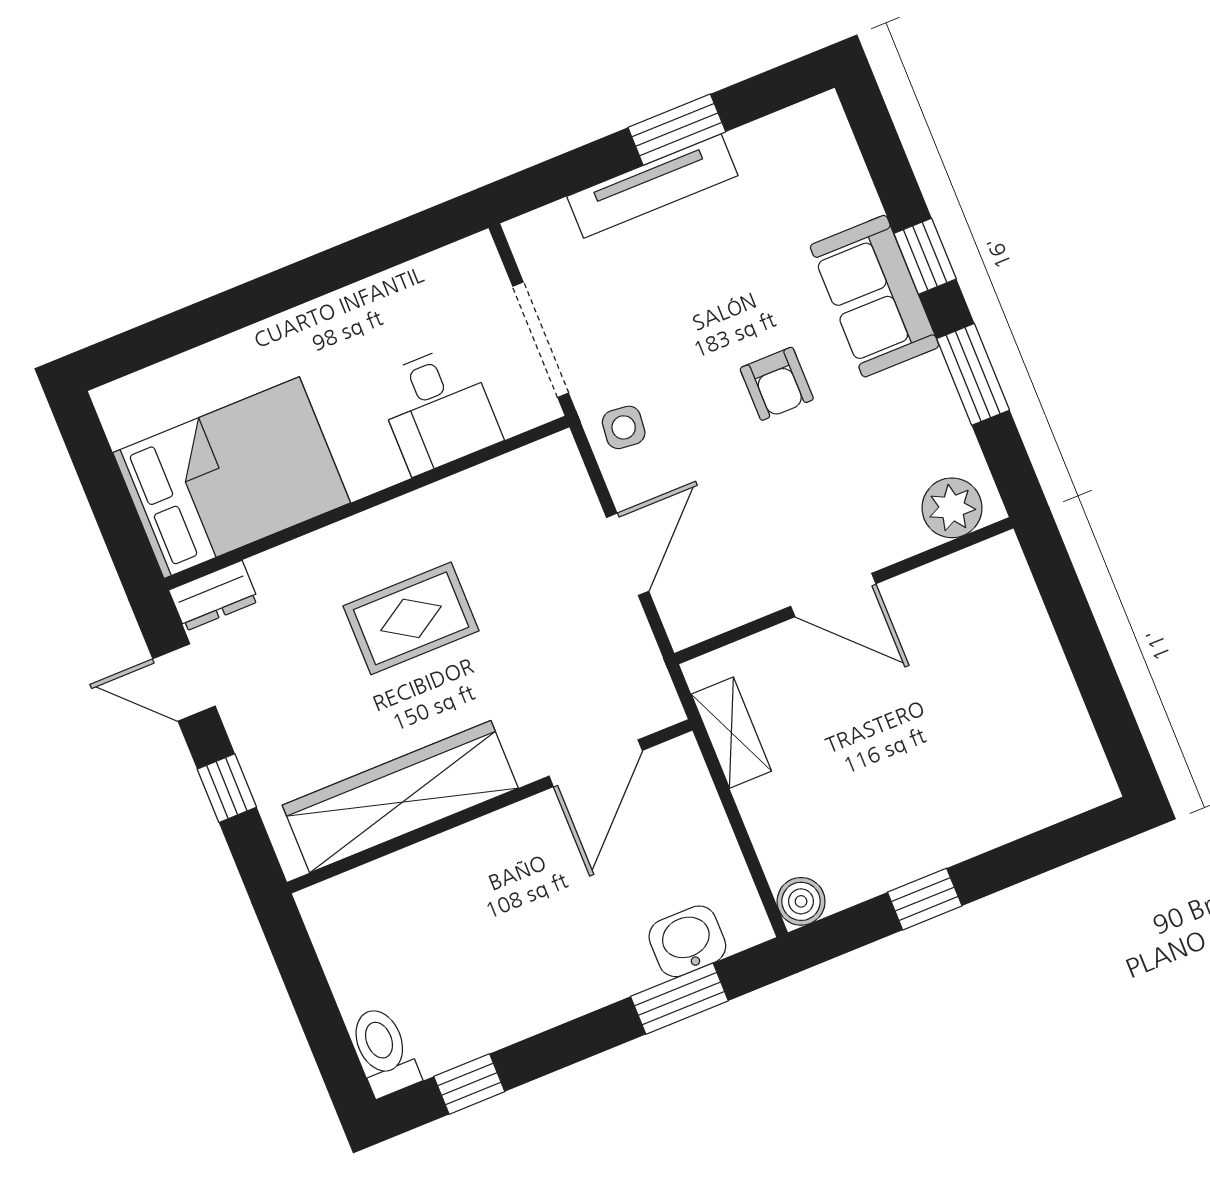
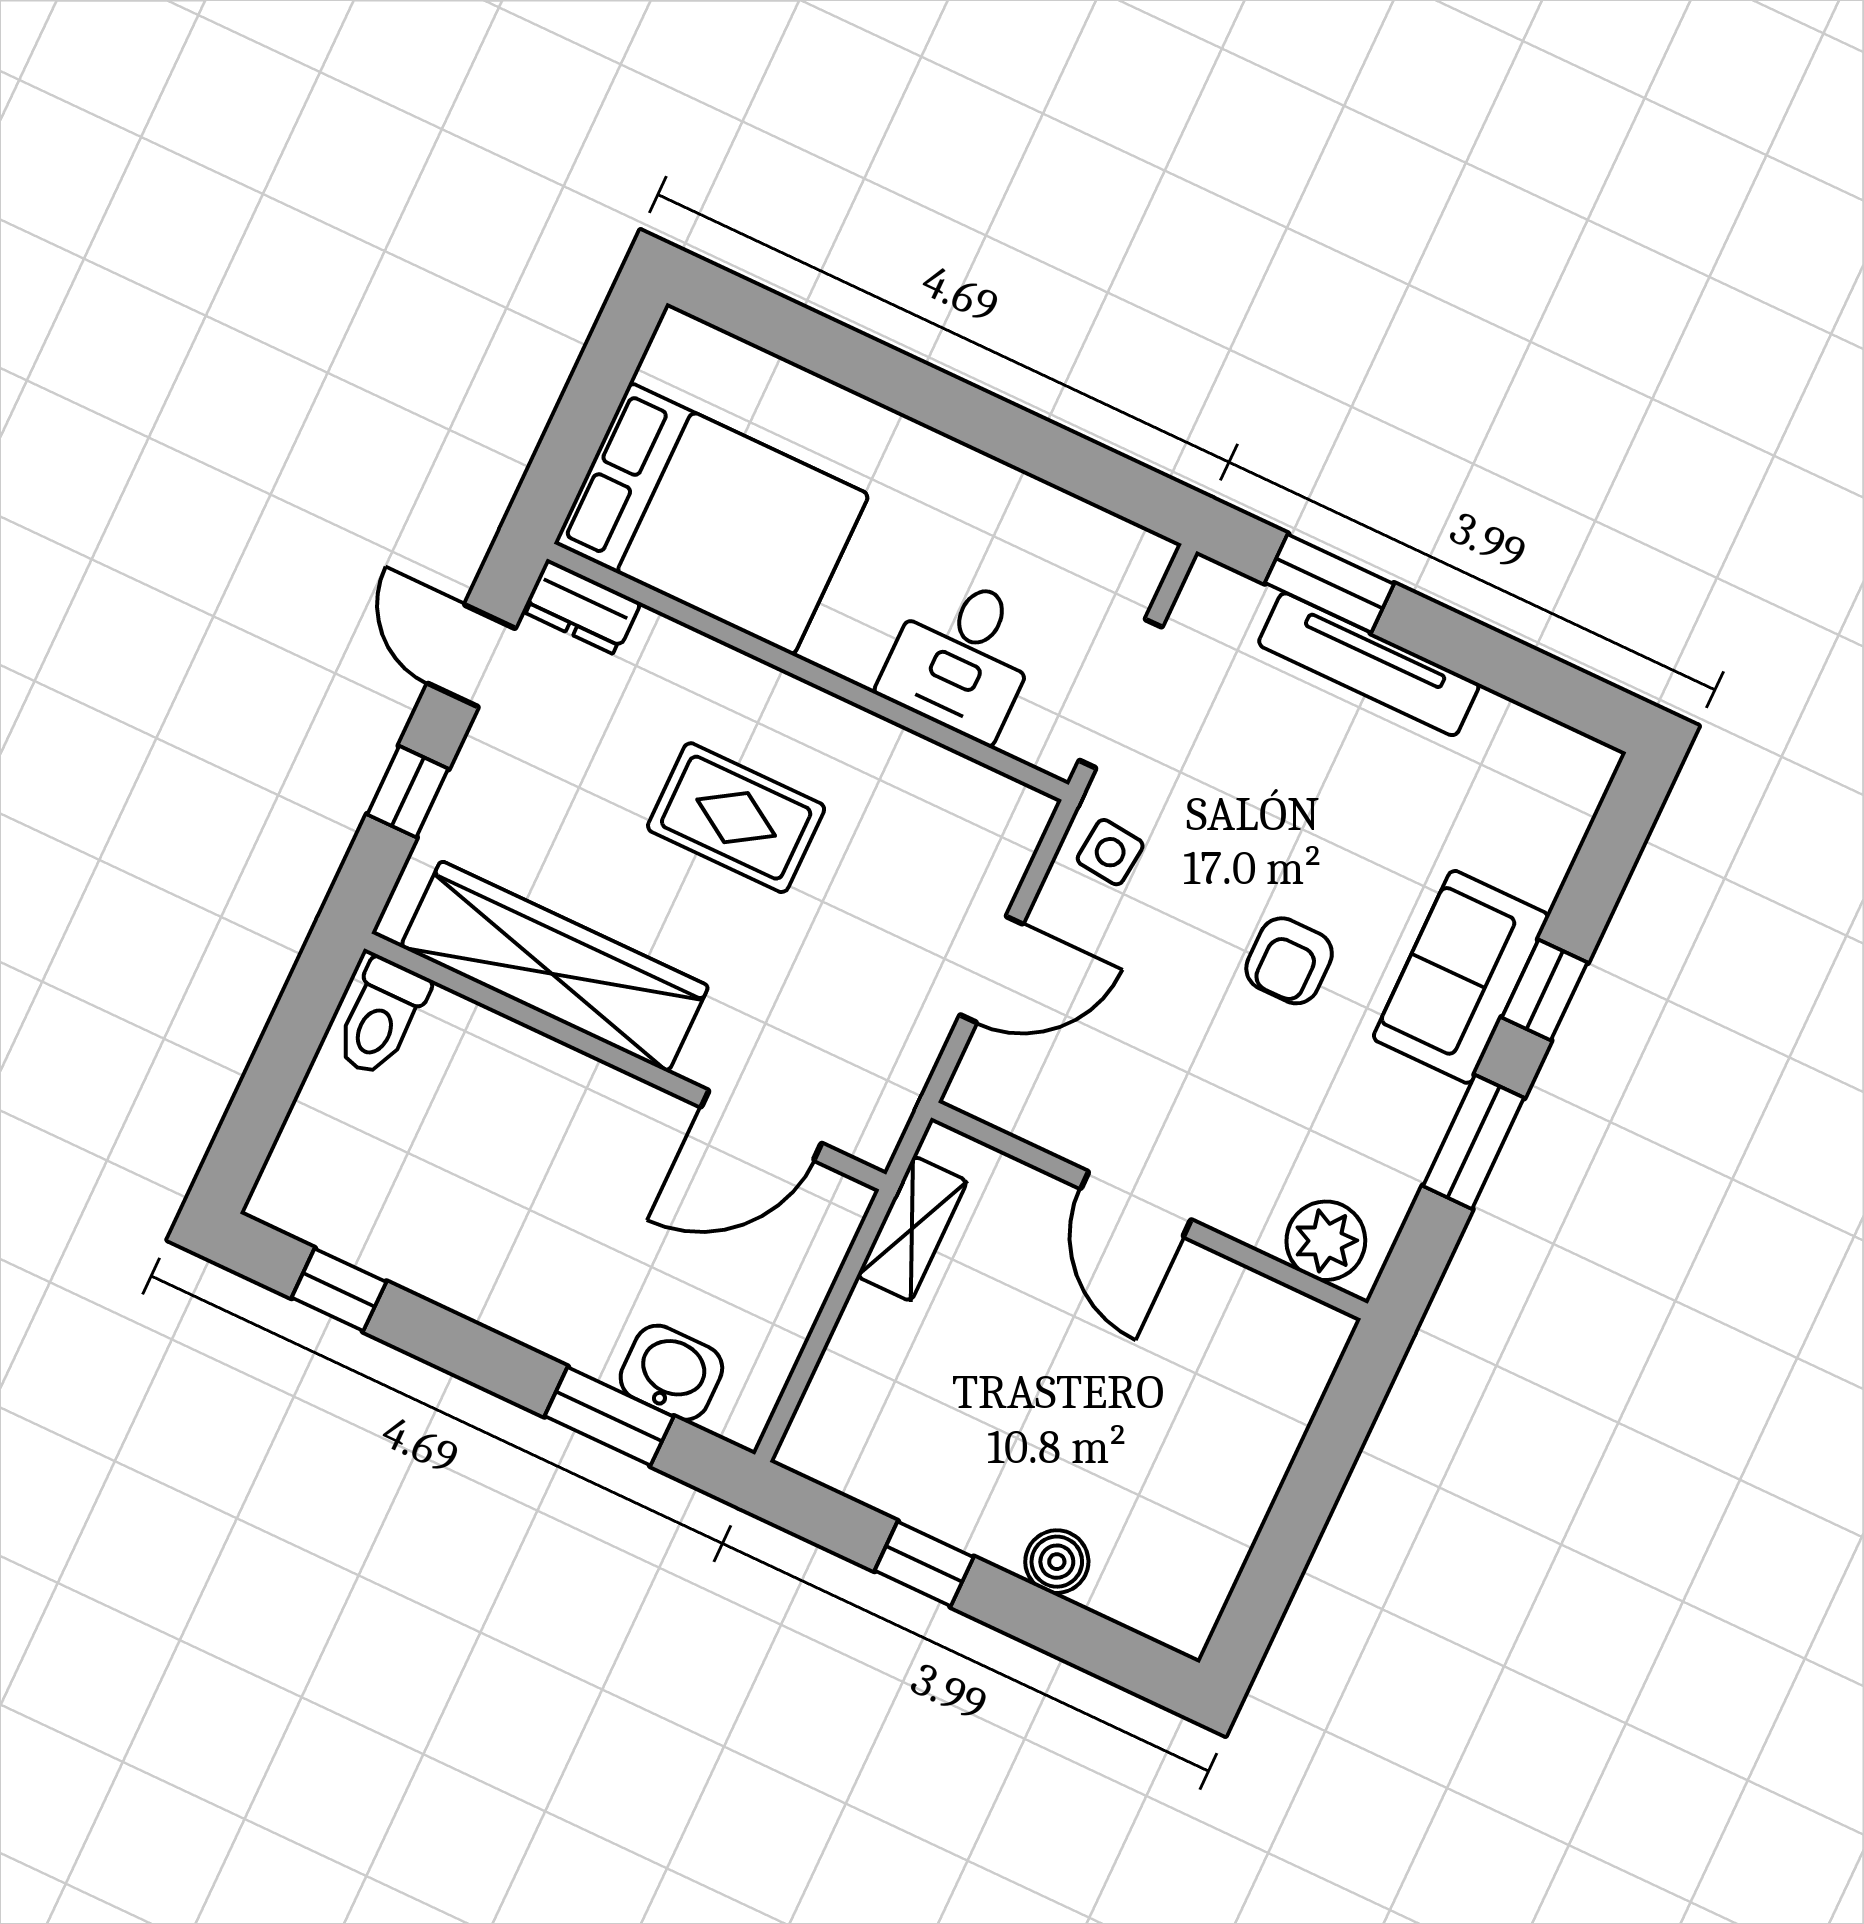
window: (677, 130) -> (1329, 583), moved
boiler: (801, 901) -> (1057, 1562), moved
toilet: (383, 1051) -> (381, 1017), moved, turned 180

